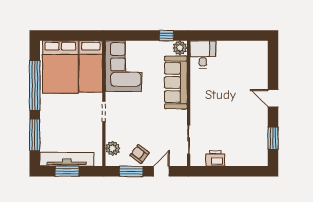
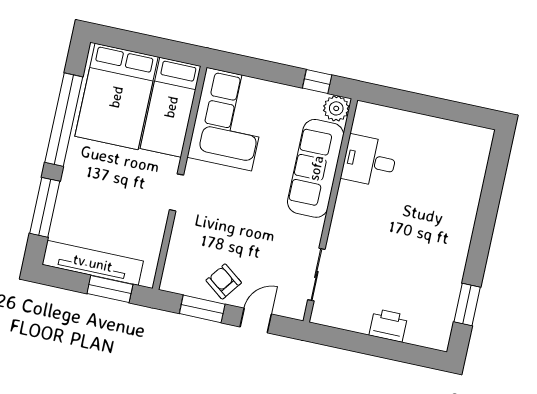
desk: (203, 54) -> (369, 161), moved, turned -90
door: (273, 98) -> (482, 234), removed
plant: (113, 148) -> (178, 261), removed
printer: (215, 158) -> (388, 325), moved
window: (67, 171) -> (110, 289), moved

